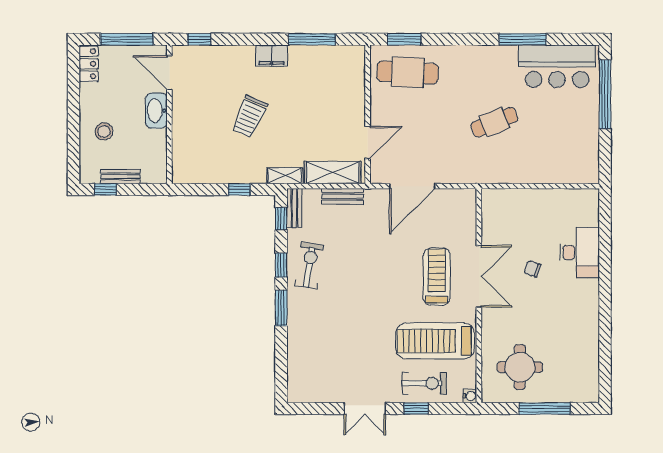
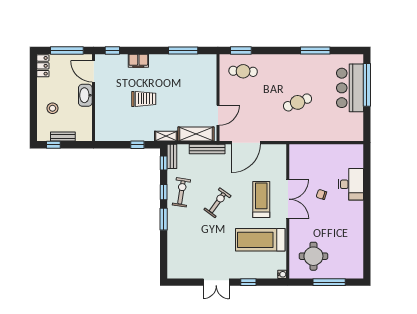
filing cabinet: (272, 56) -> (138, 61), moved
bar counter: (557, 66) -> (350, 88), moved, turned 90
cafe table: (408, 72) -> (243, 71), width x0.73, depth x0.74
trolley: (249, 116) -> (144, 99), turned -114
bench: (343, 196) -> (207, 149), width x1.36
exercise bike: (424, 383) -> (217, 203), moved, turned -54

